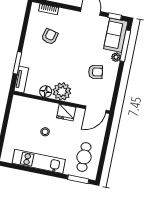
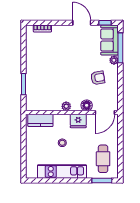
armchair: (50, 37) -> (49, 54), removed
tv unit: (21, 79) -> (30, 99), removed
plant: (62, 91) -> (66, 106), width x0.53, depth x0.53
floor lamp: (46, 92) -> (87, 105), moved
kitchen counter: (27, 104) -> (40, 120), added

